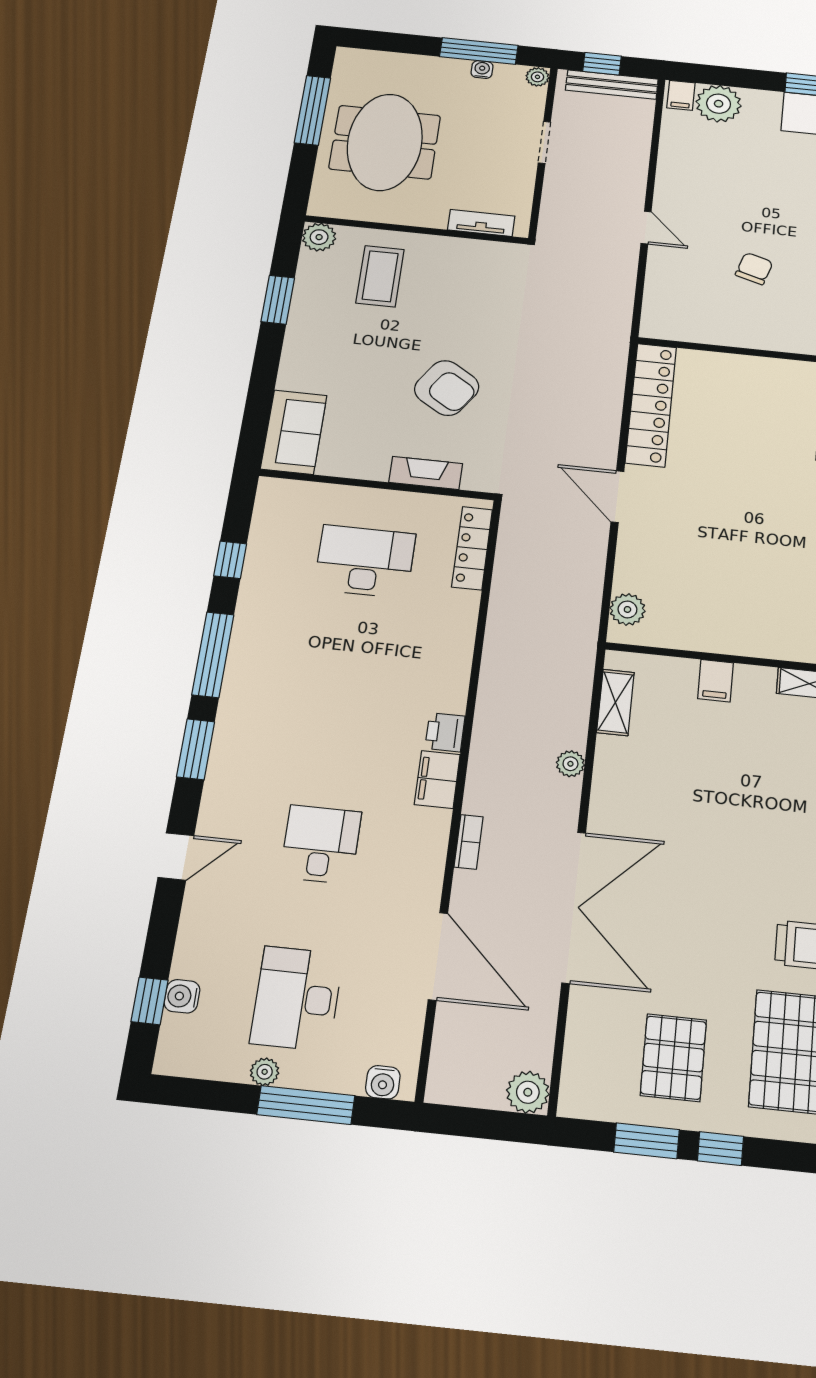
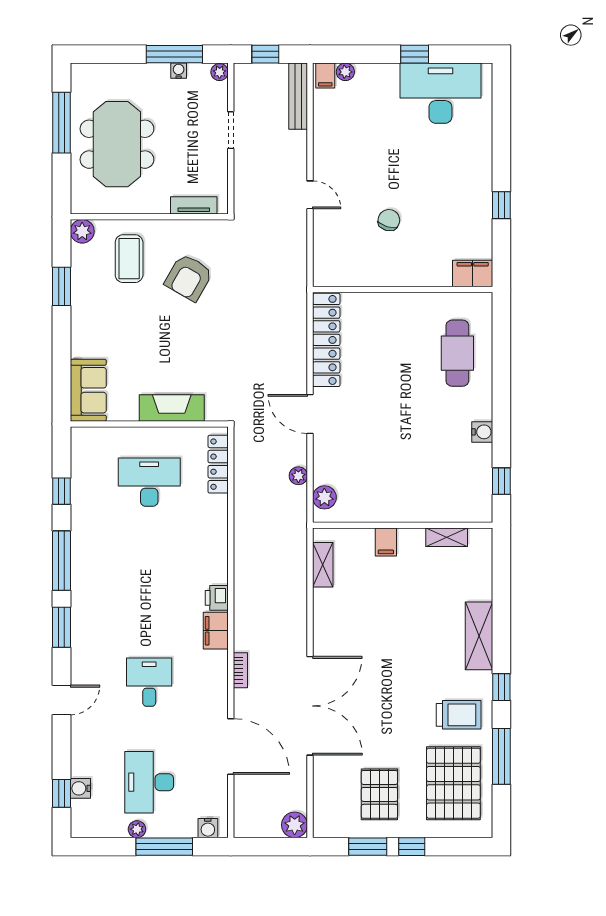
bench: (612, 85) -> (298, 96), moved, turned 90
plant: (719, 104) -> (345, 72), width x0.53, depth x0.53
armchair: (447, 388) -> (189, 278), moved, turned 87
fireplace: (426, 473) -> (172, 408), width x1.37, depth x1.32
plant: (570, 764) -> (298, 476), moved

